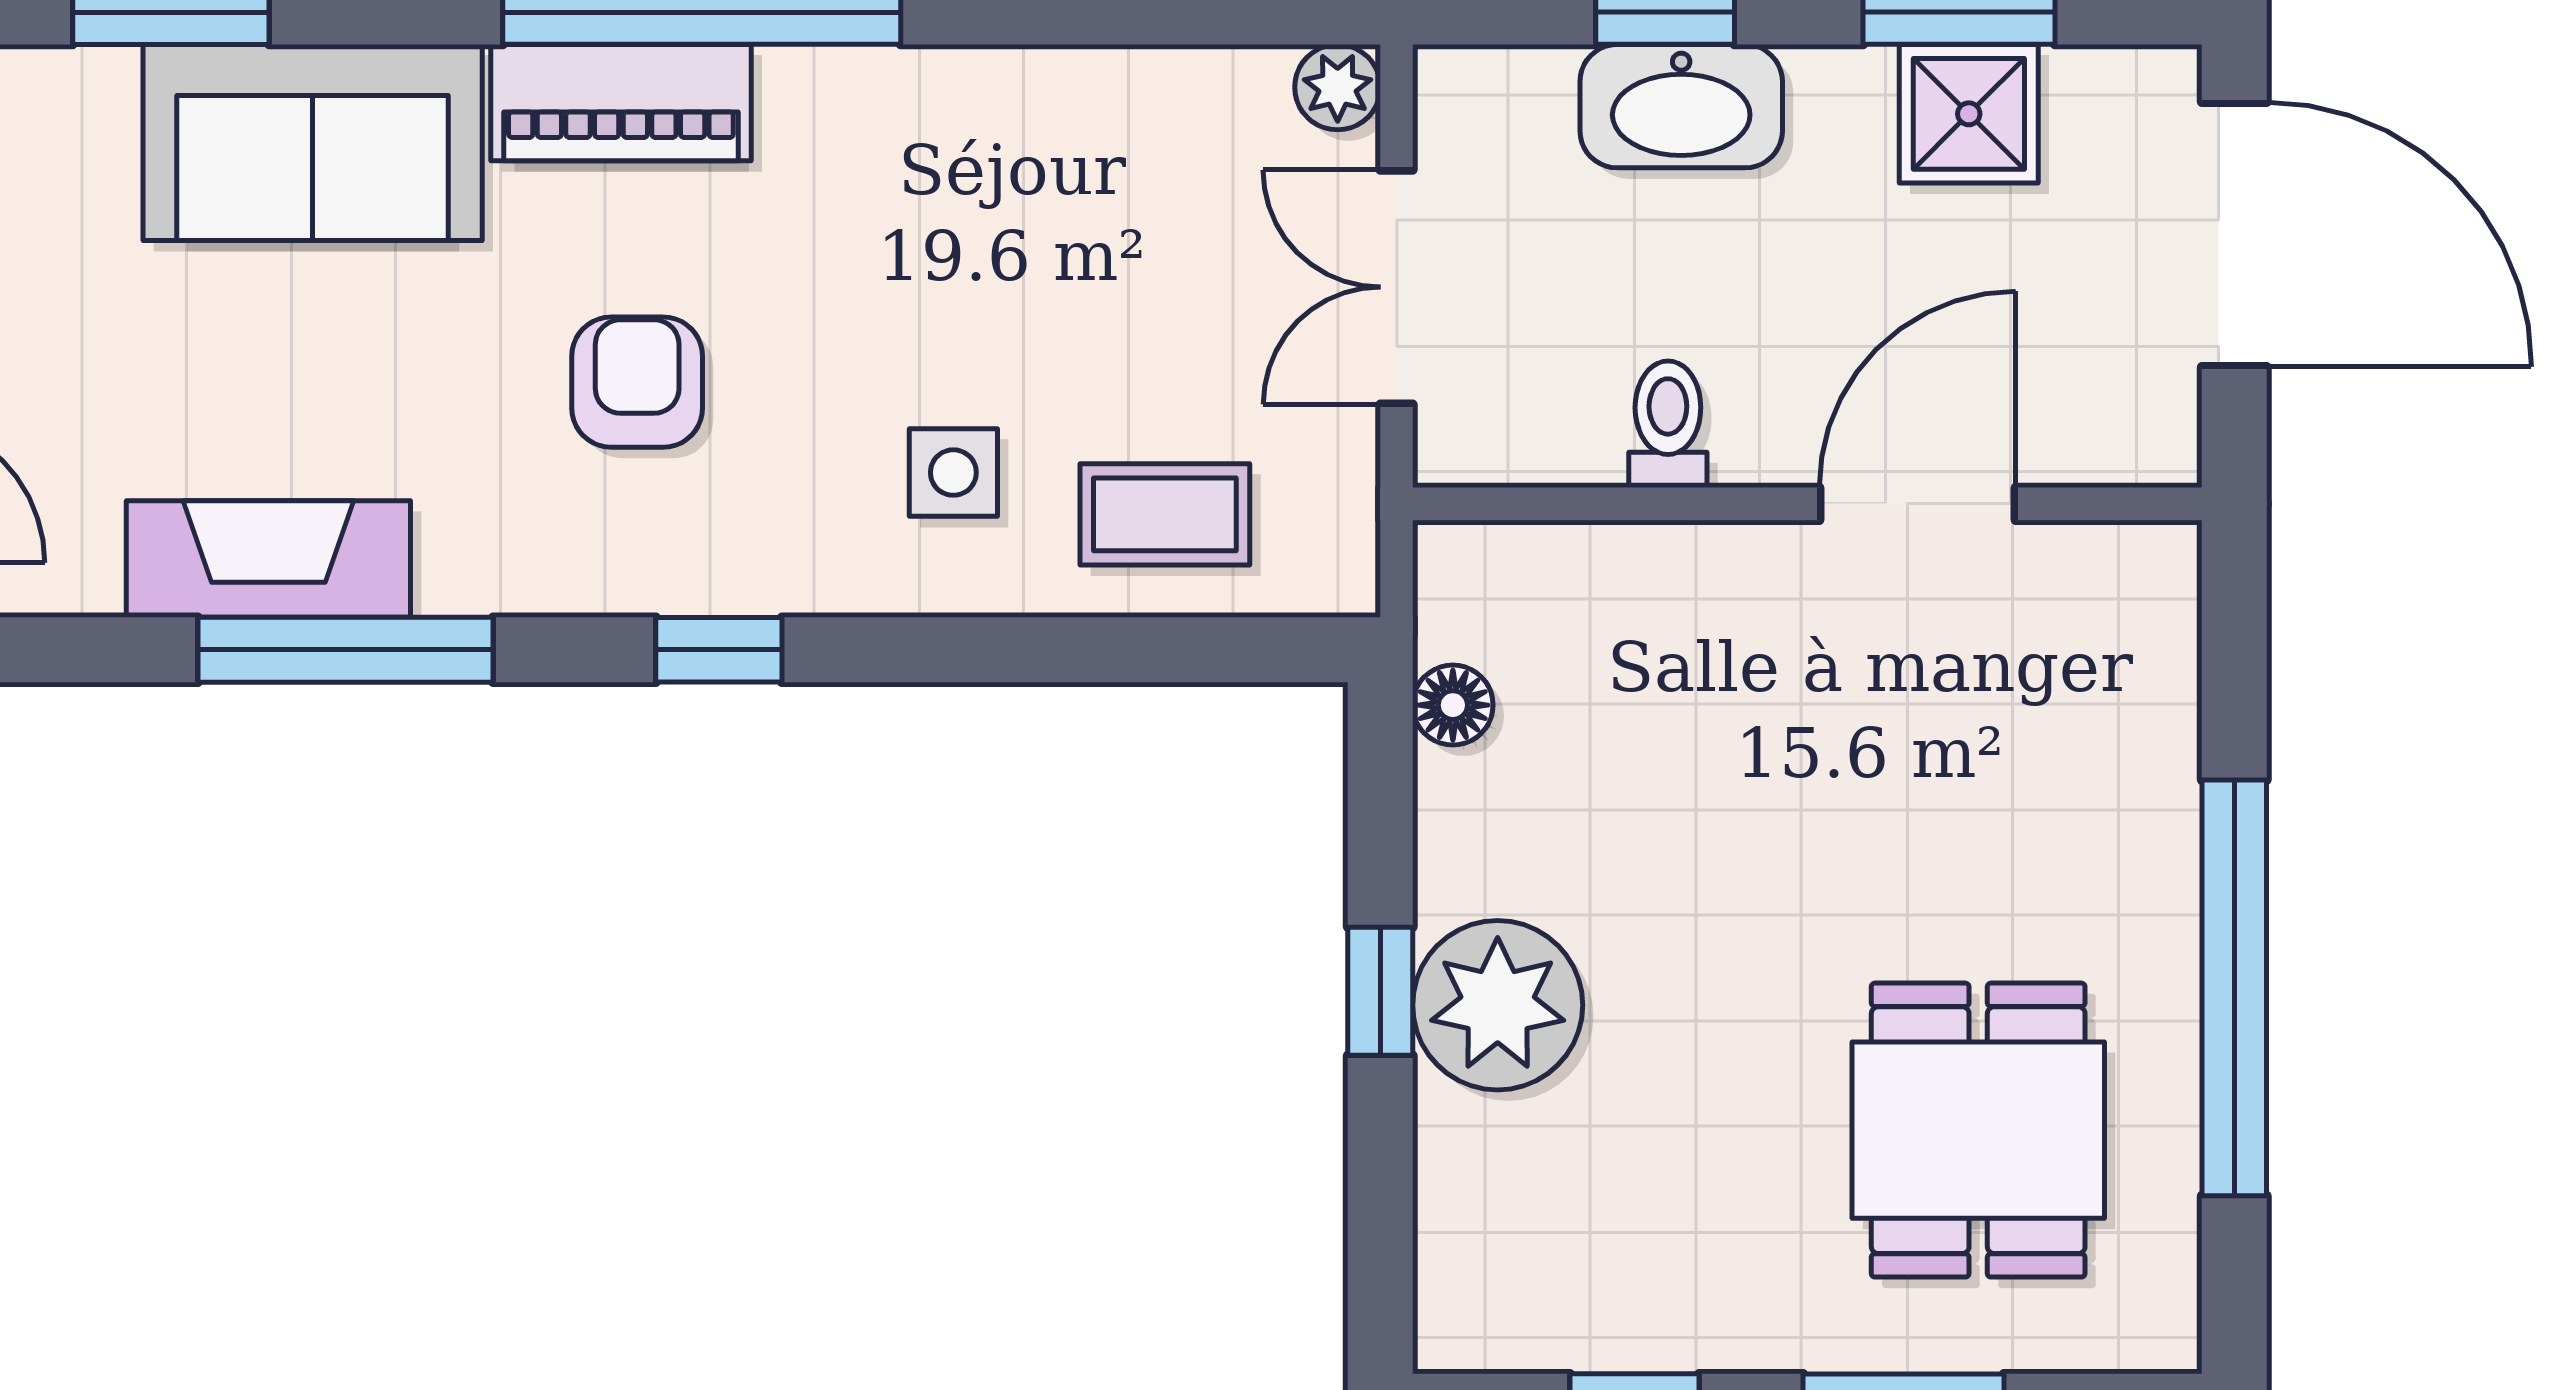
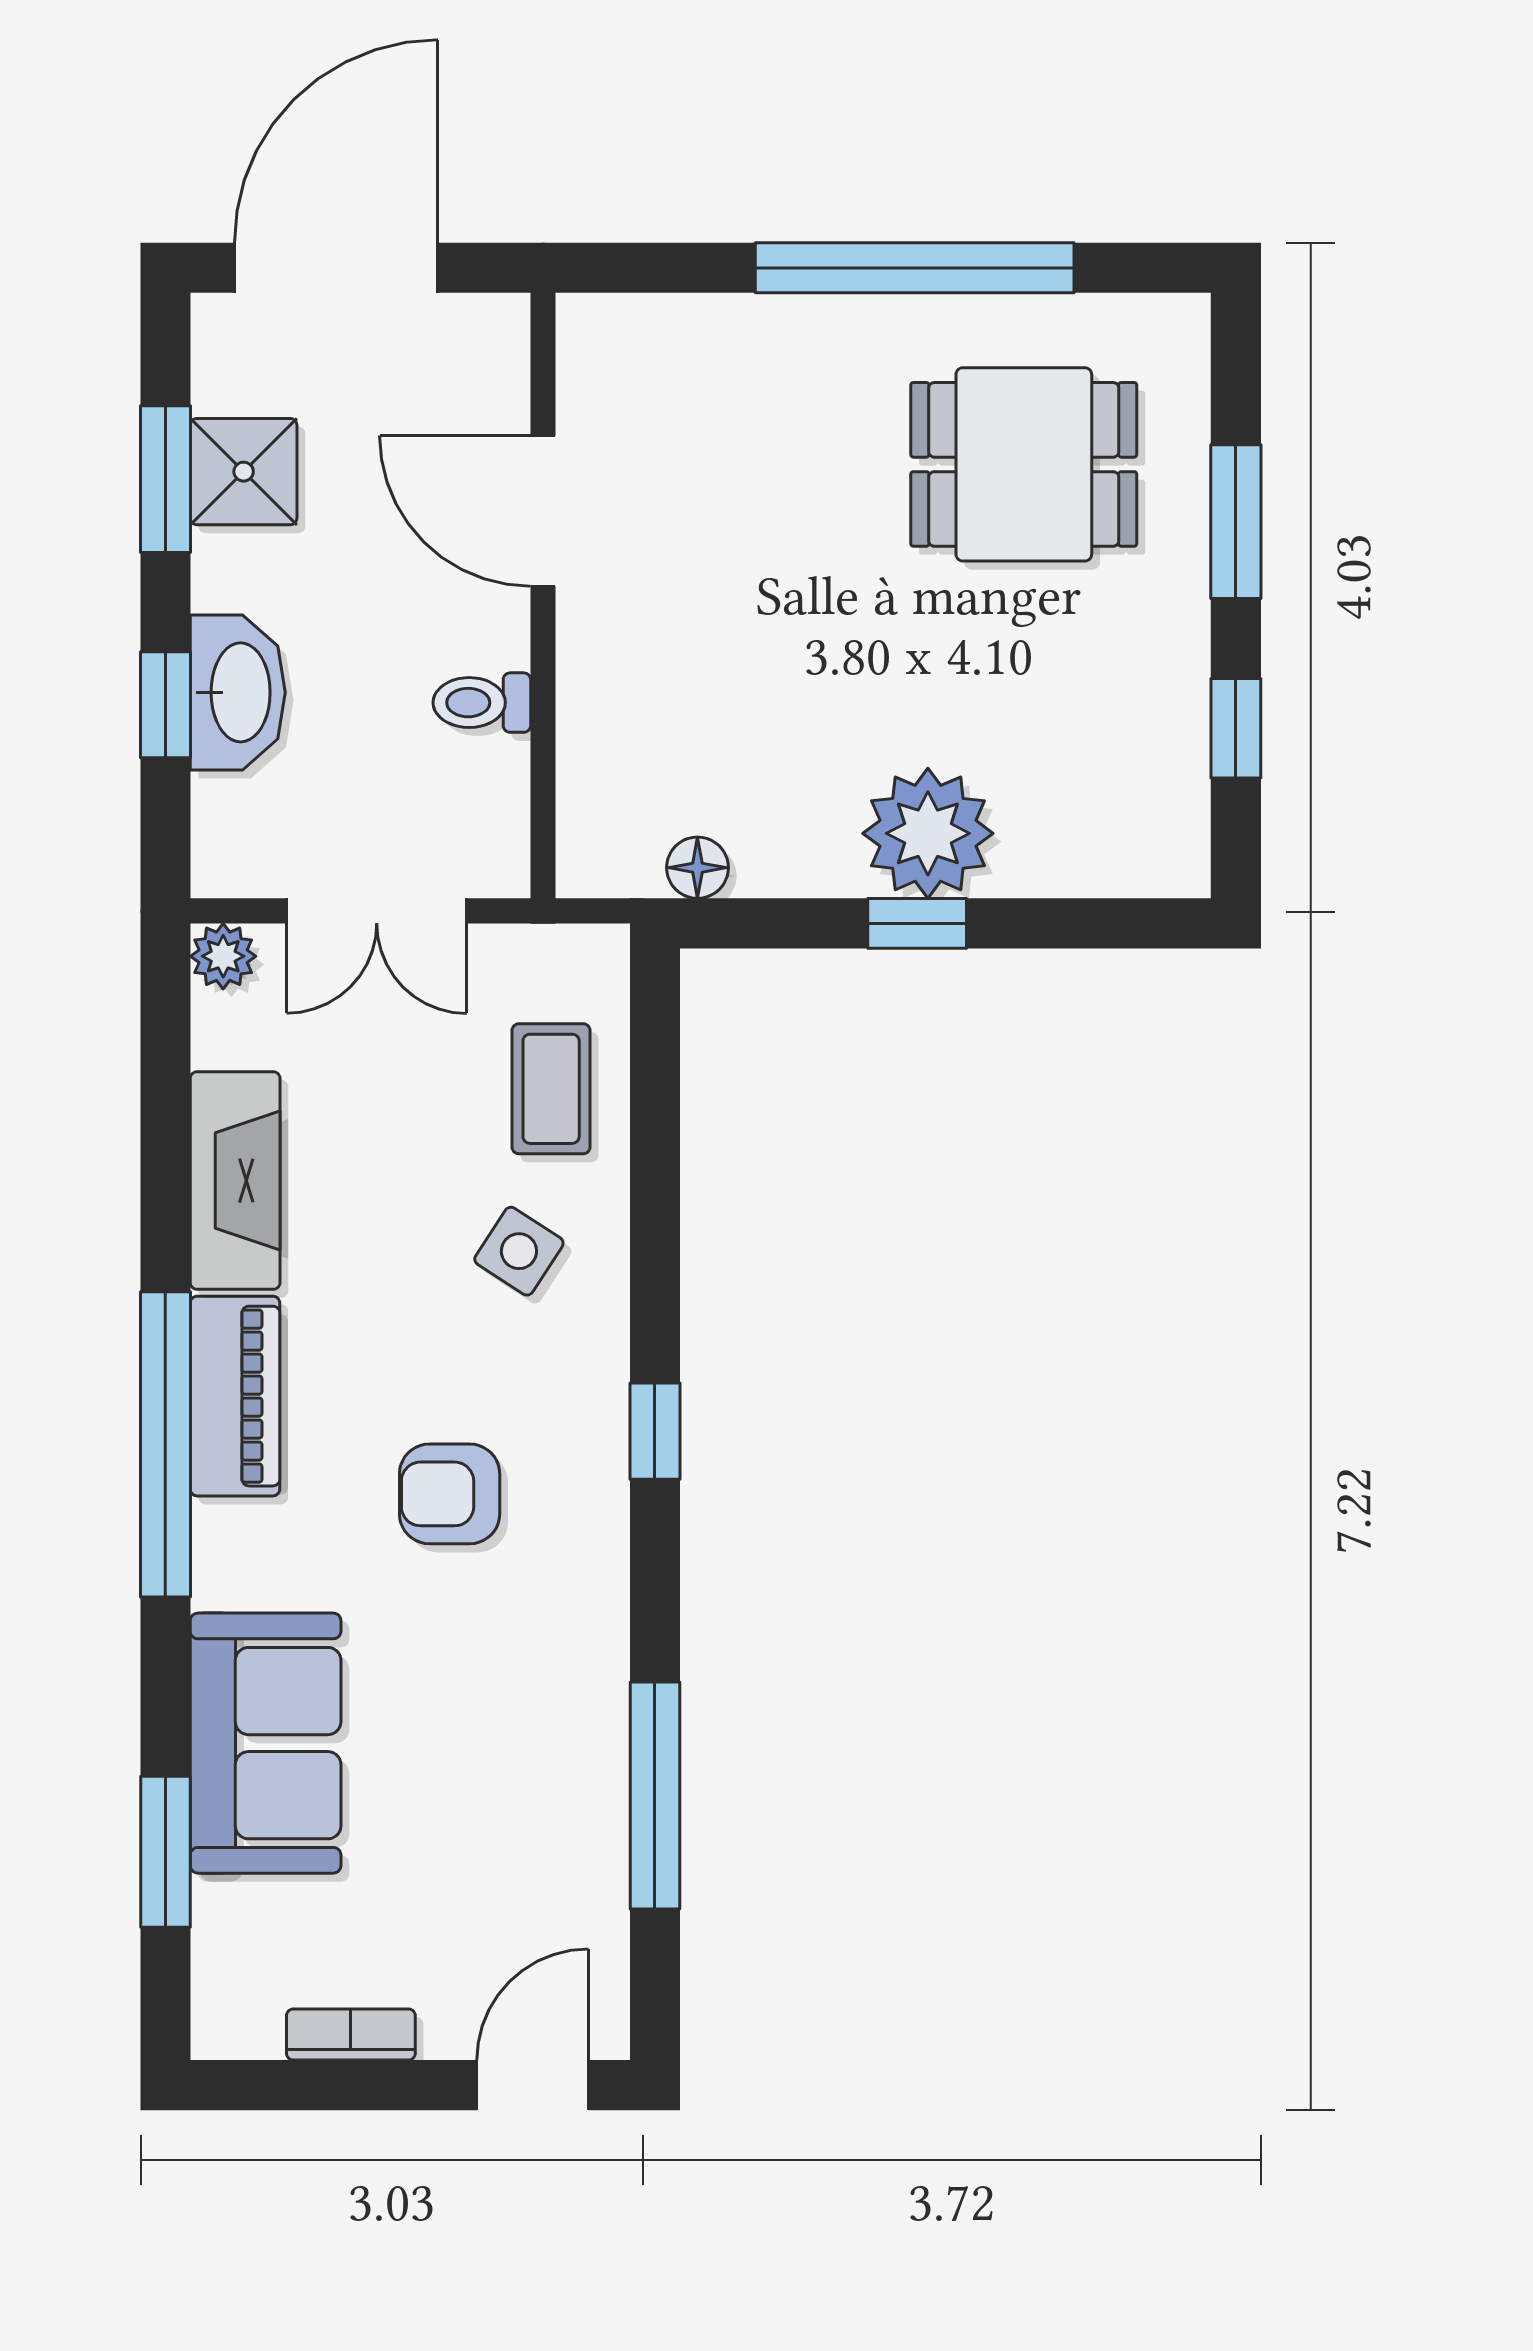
piano: (621, 103) -> (235, 1396), moved
side table: (953, 473) -> (519, 1251), turned 33
fireplace: (268, 559) -> (235, 1181), moved, turned 180
window: (346, 650) -> (655, 1796), moved

